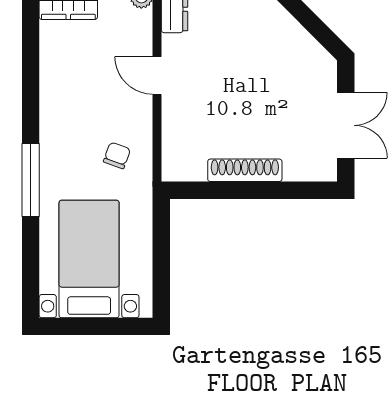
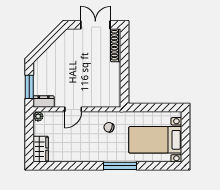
shoe rack: (245, 170) -> (116, 45), moved

